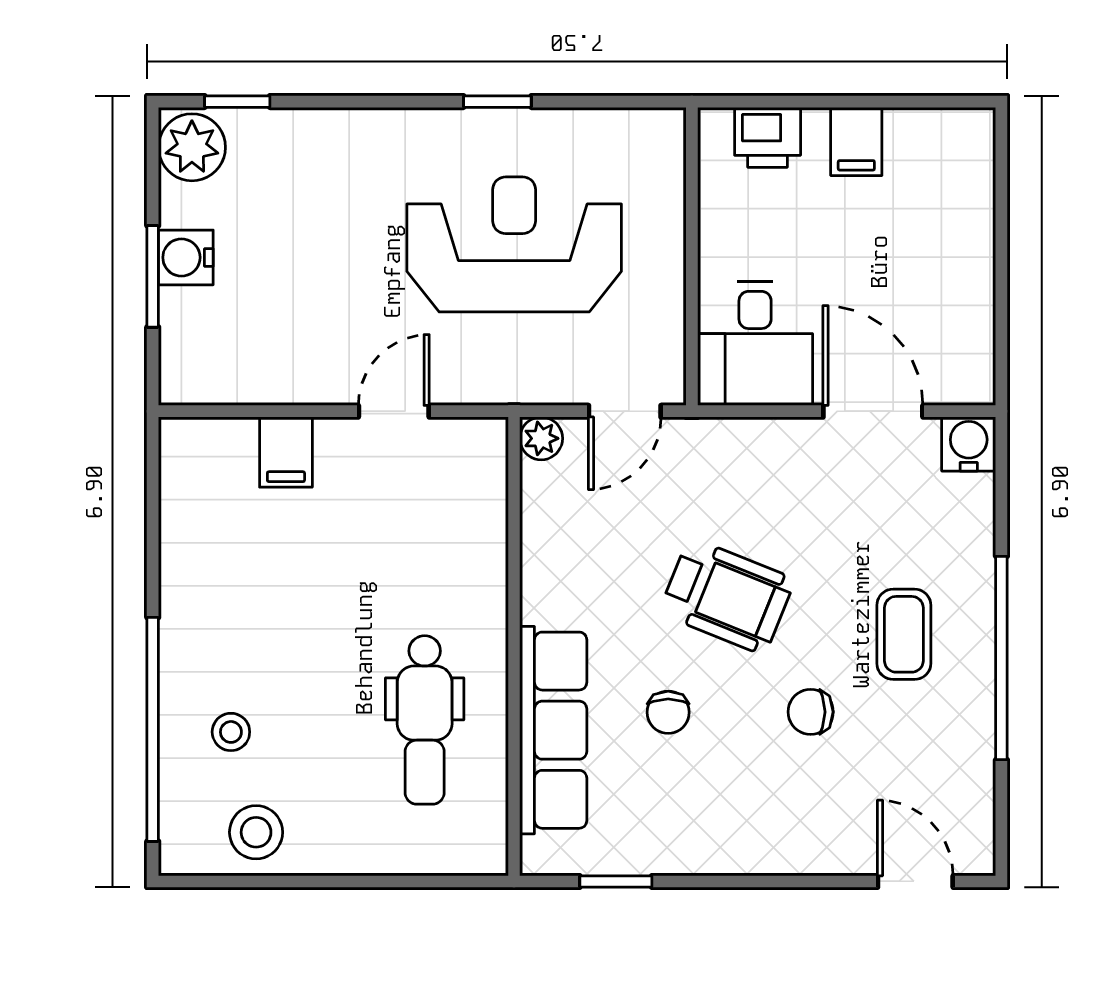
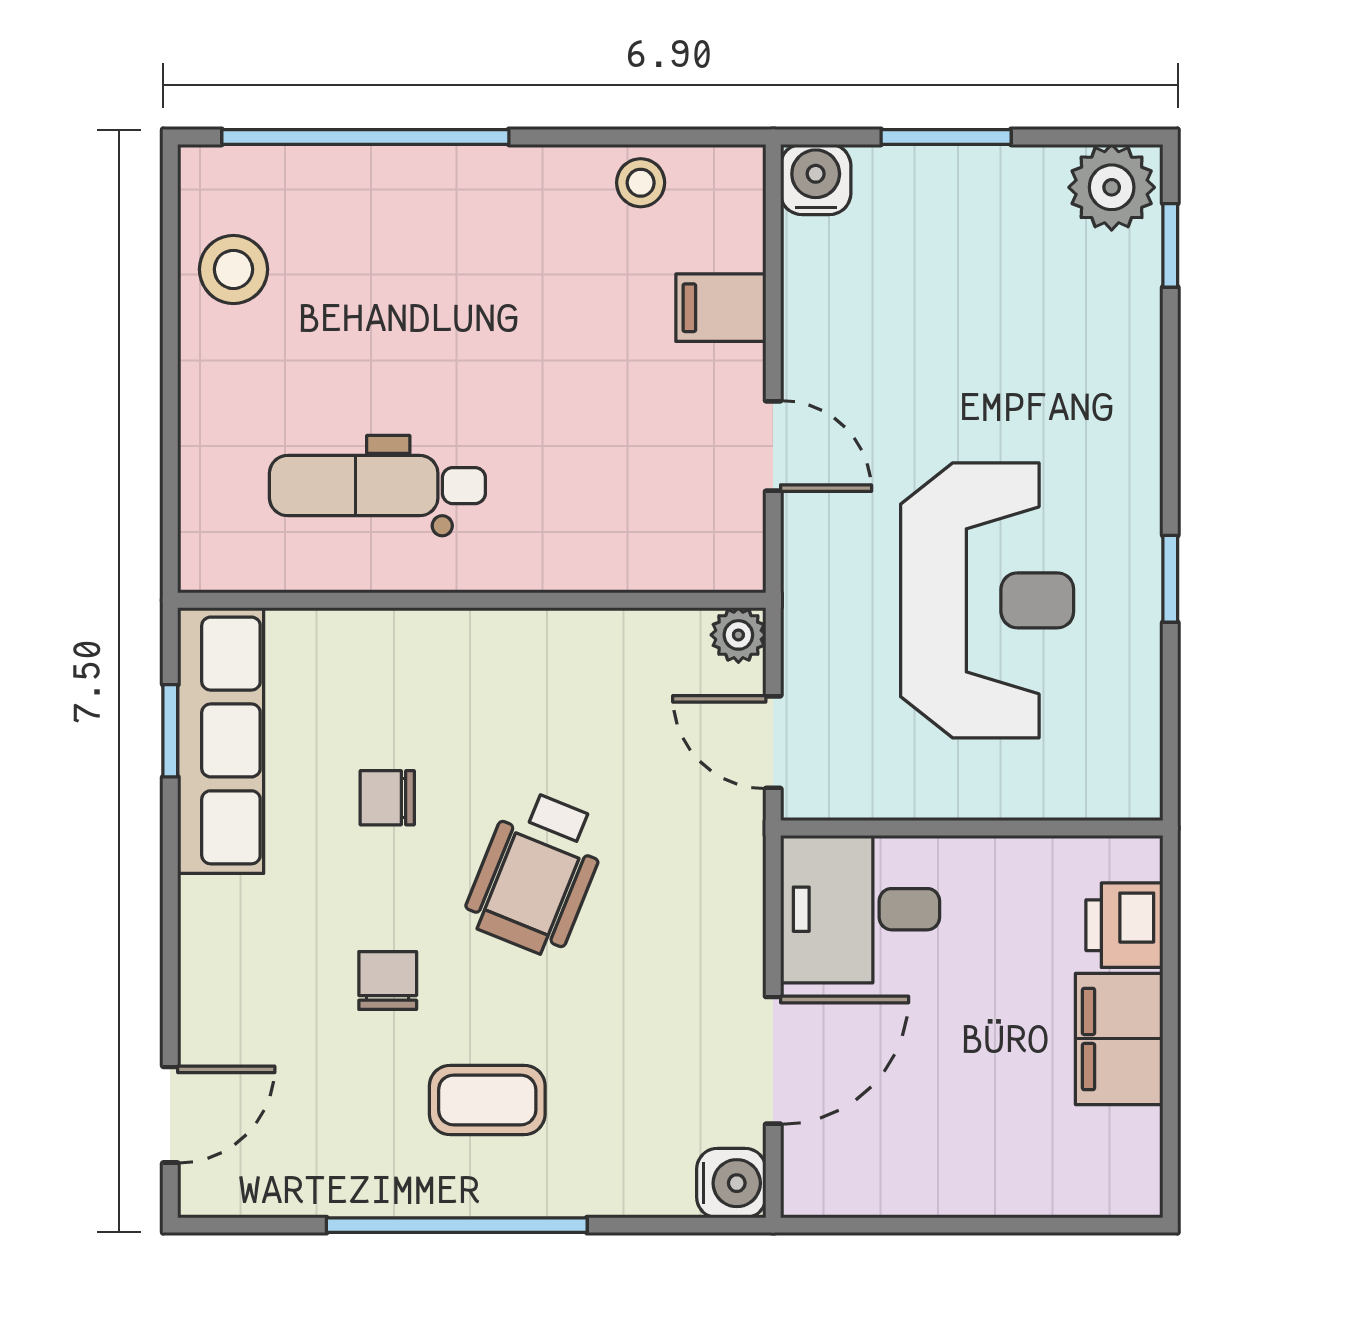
filing cabinet: (856, 141) -> (1119, 1039), width x2.00
water cooler: (186, 257) -> (816, 179), moved
row of seats: (553, 730) -> (221, 740), moved, turned -90
stool: (231, 732) -> (641, 183), moved

